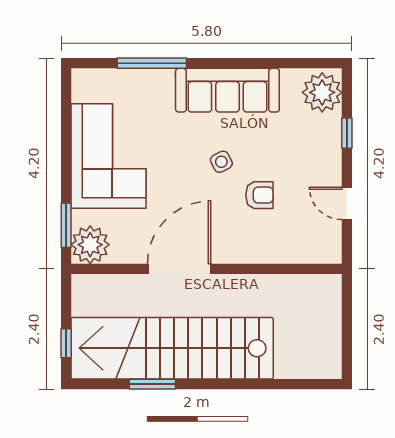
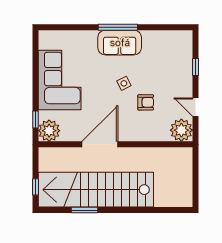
window: (152, 63) -> (118, 27), moved
sofa: (227, 90) -> (120, 43), width x0.73
plant: (322, 92) -> (181, 130), moved
window: (66, 225) -> (35, 119), width x0.67

